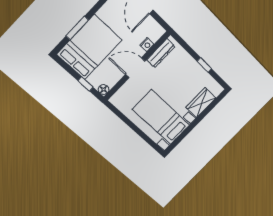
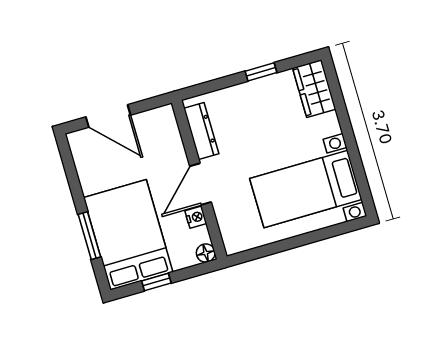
nightstand: (147, 45) -> (196, 217), moved
window: (85, 84) -> (156, 282), moved
wardrobe: (201, 103) -> (314, 89), moved

